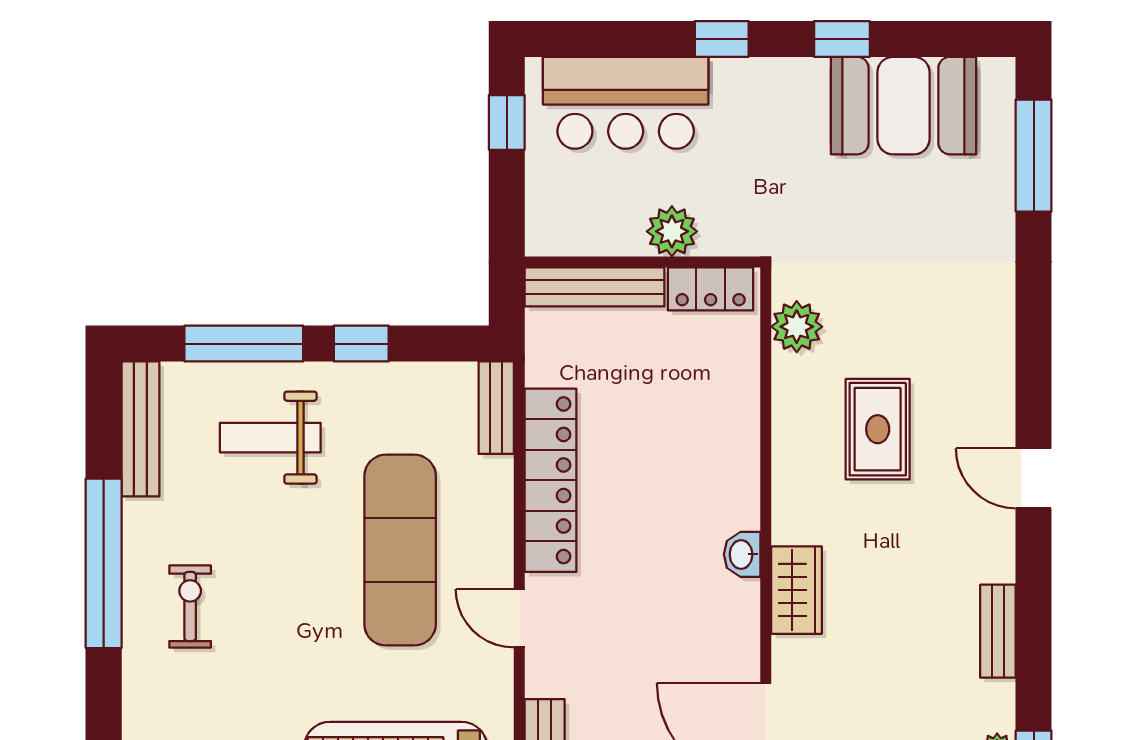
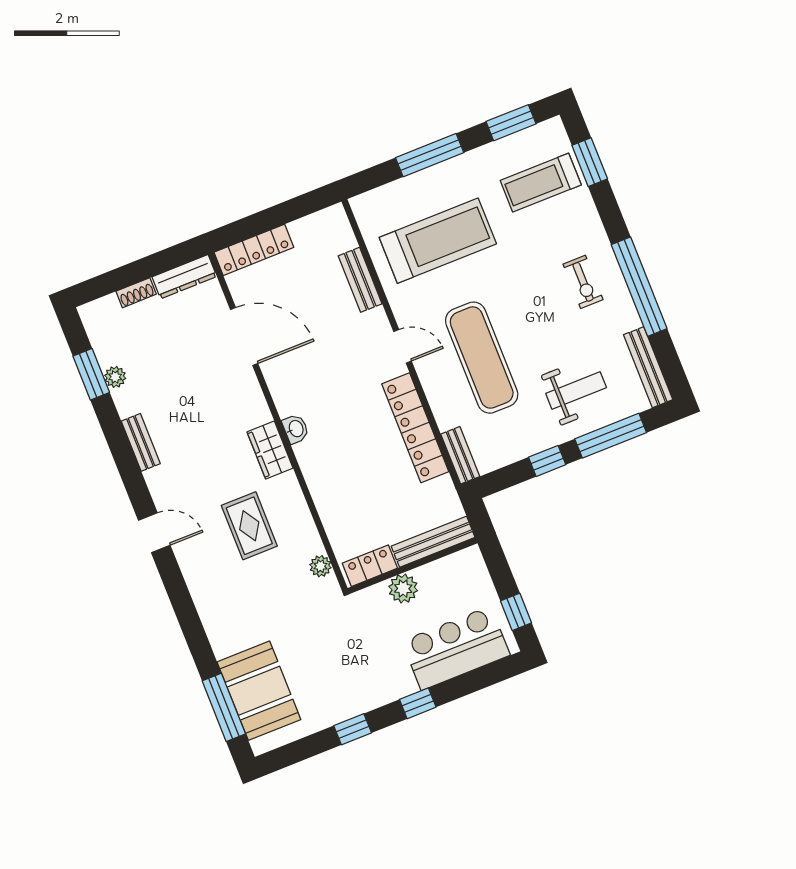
booth: (903, 106) -> (259, 691), moved, turned 90
plant: (797, 327) -> (320, 566), width x0.73, depth x0.73
wardrobe: (796, 590) -> (270, 450), moved

